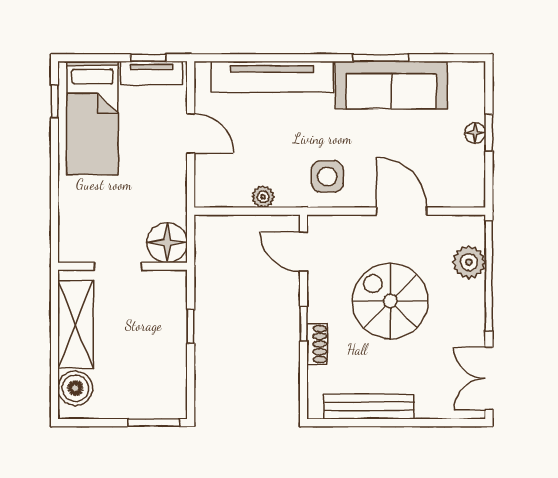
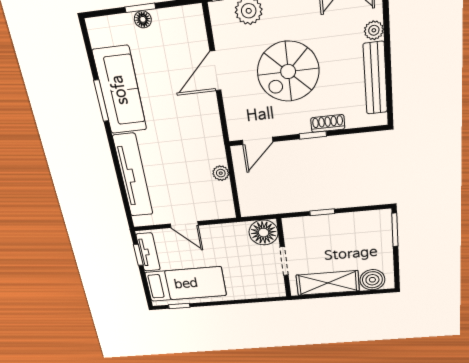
door: (191, 133) -> (184, 225), swing flipped
side table: (327, 176) -> (198, 130), removed
plant: (428, 408) -> (374, 30), added

